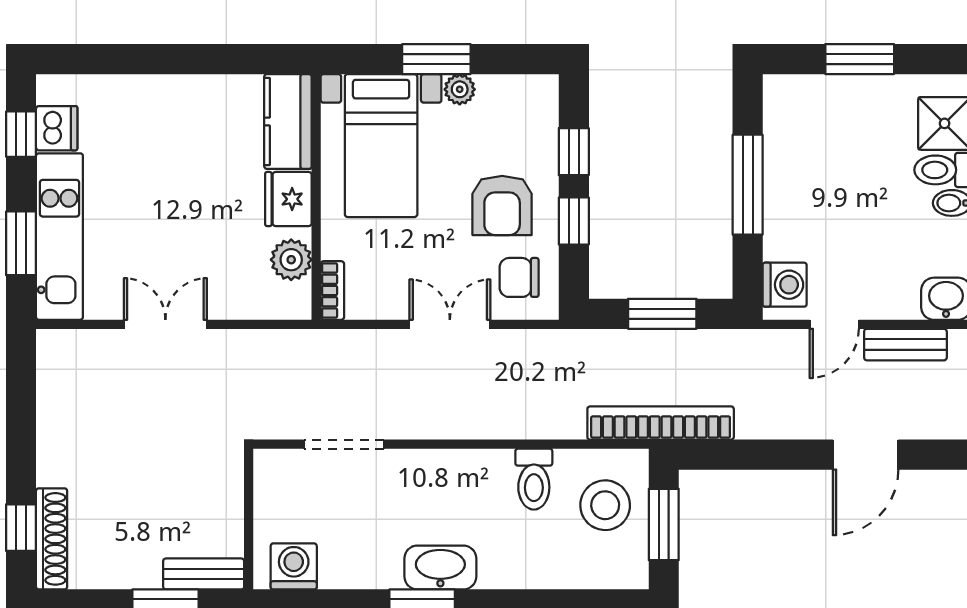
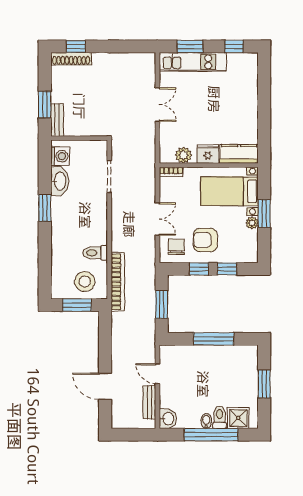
dishwasher: (57, 128) -> (236, 61), removed
washing machine: (785, 285) -> (173, 354), removed
bookcase: (661, 423) -> (118, 282), moved
washbasin: (440, 567) -> (60, 181), moved

